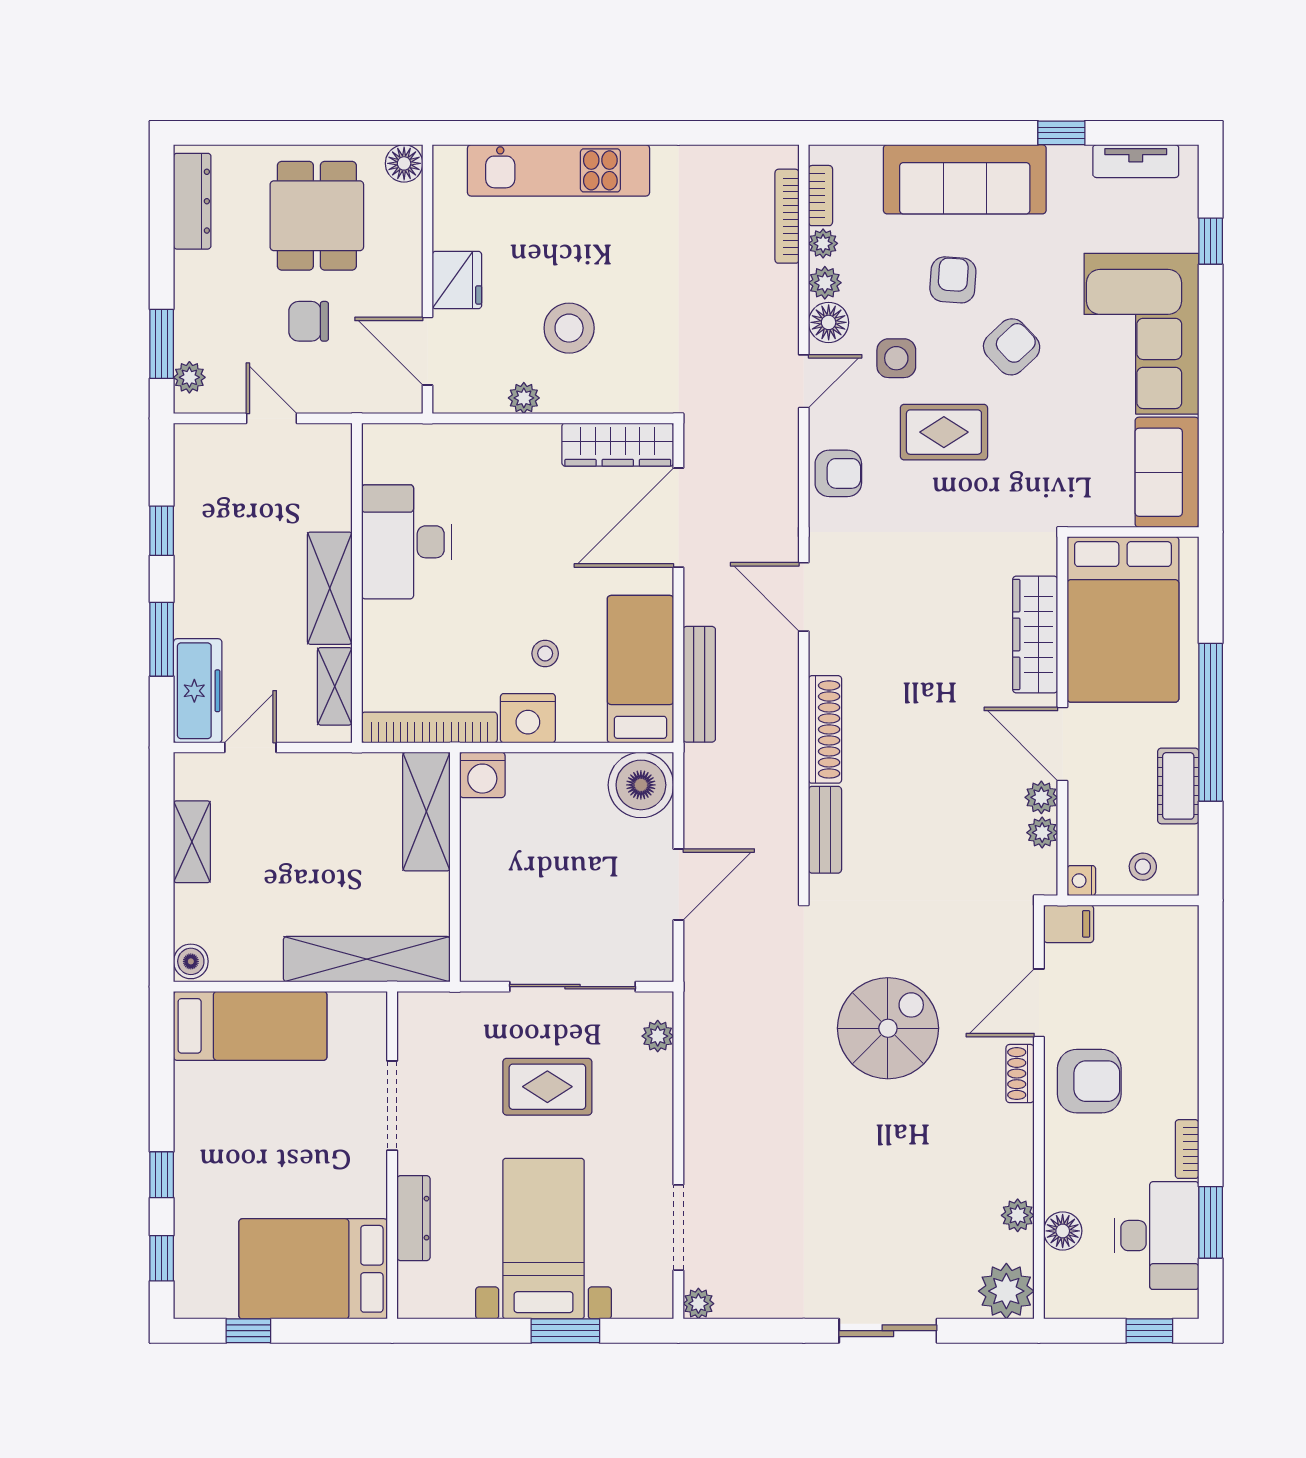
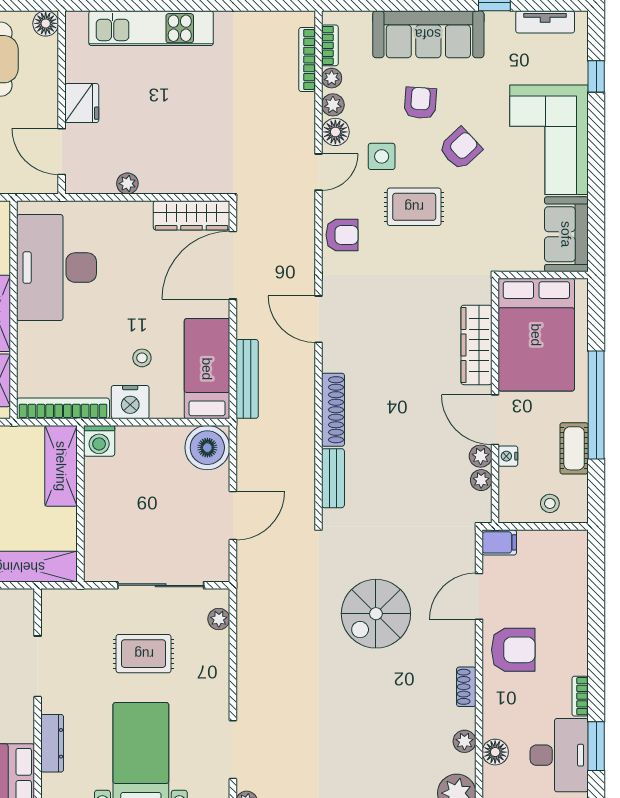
stool: (569, 328) -> (158, 136), removed
desk: (406, 542) -> (57, 268), width x1.36, depth x1.30
nightstand: (1081, 881) -> (508, 456), moved
spiral stairs: (888, 1028) -> (376, 614), turned 180
shoe rack: (1020, 1074) -> (466, 687), moved

